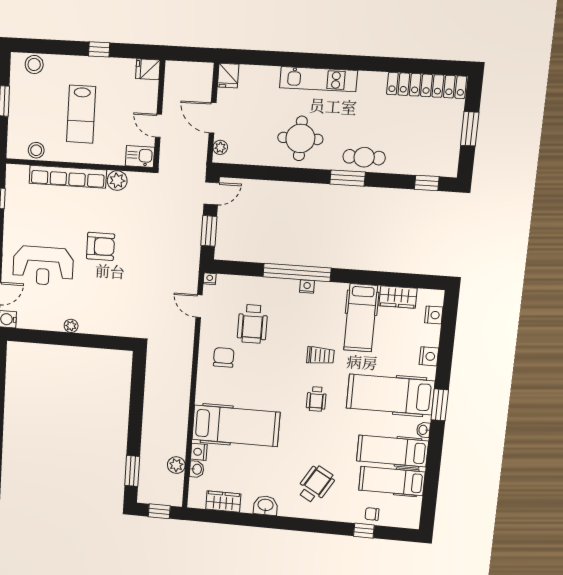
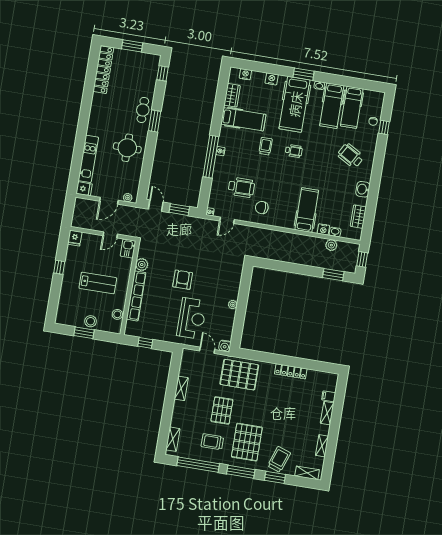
stool: (34, 64) -> (91, 321), moved
kitchen unit: (318, 79) -> (88, 159), moved
hospital bed: (236, 426) -> (307, 210), width x0.73, depth x0.78

